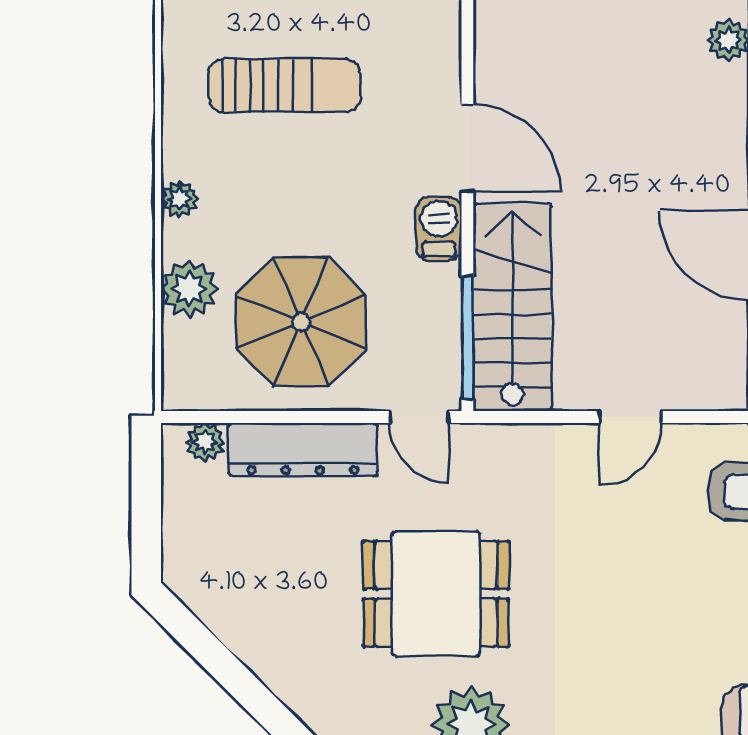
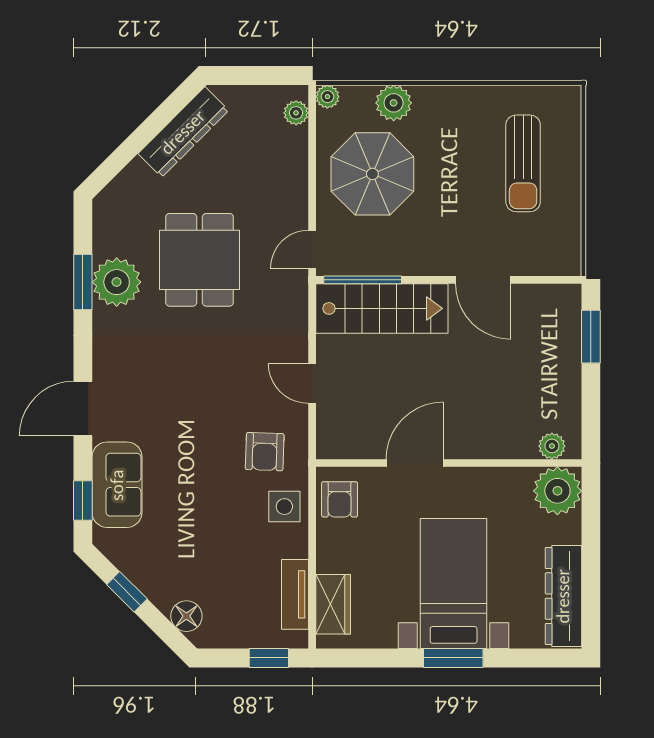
door: (467, 148) -> (483, 280), hinge flipped
plant: (179, 199) -> (327, 97), moved
barbecue: (439, 229) -> (432, 262), removed
dresser: (303, 449) -> (183, 132), moved, turned -135

